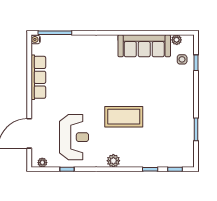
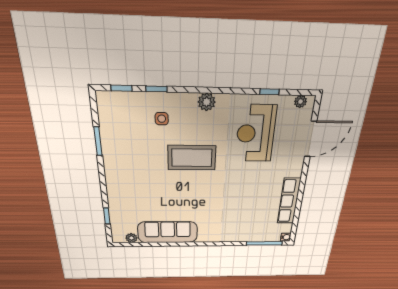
side table: (182, 59) -> (162, 119), moved

